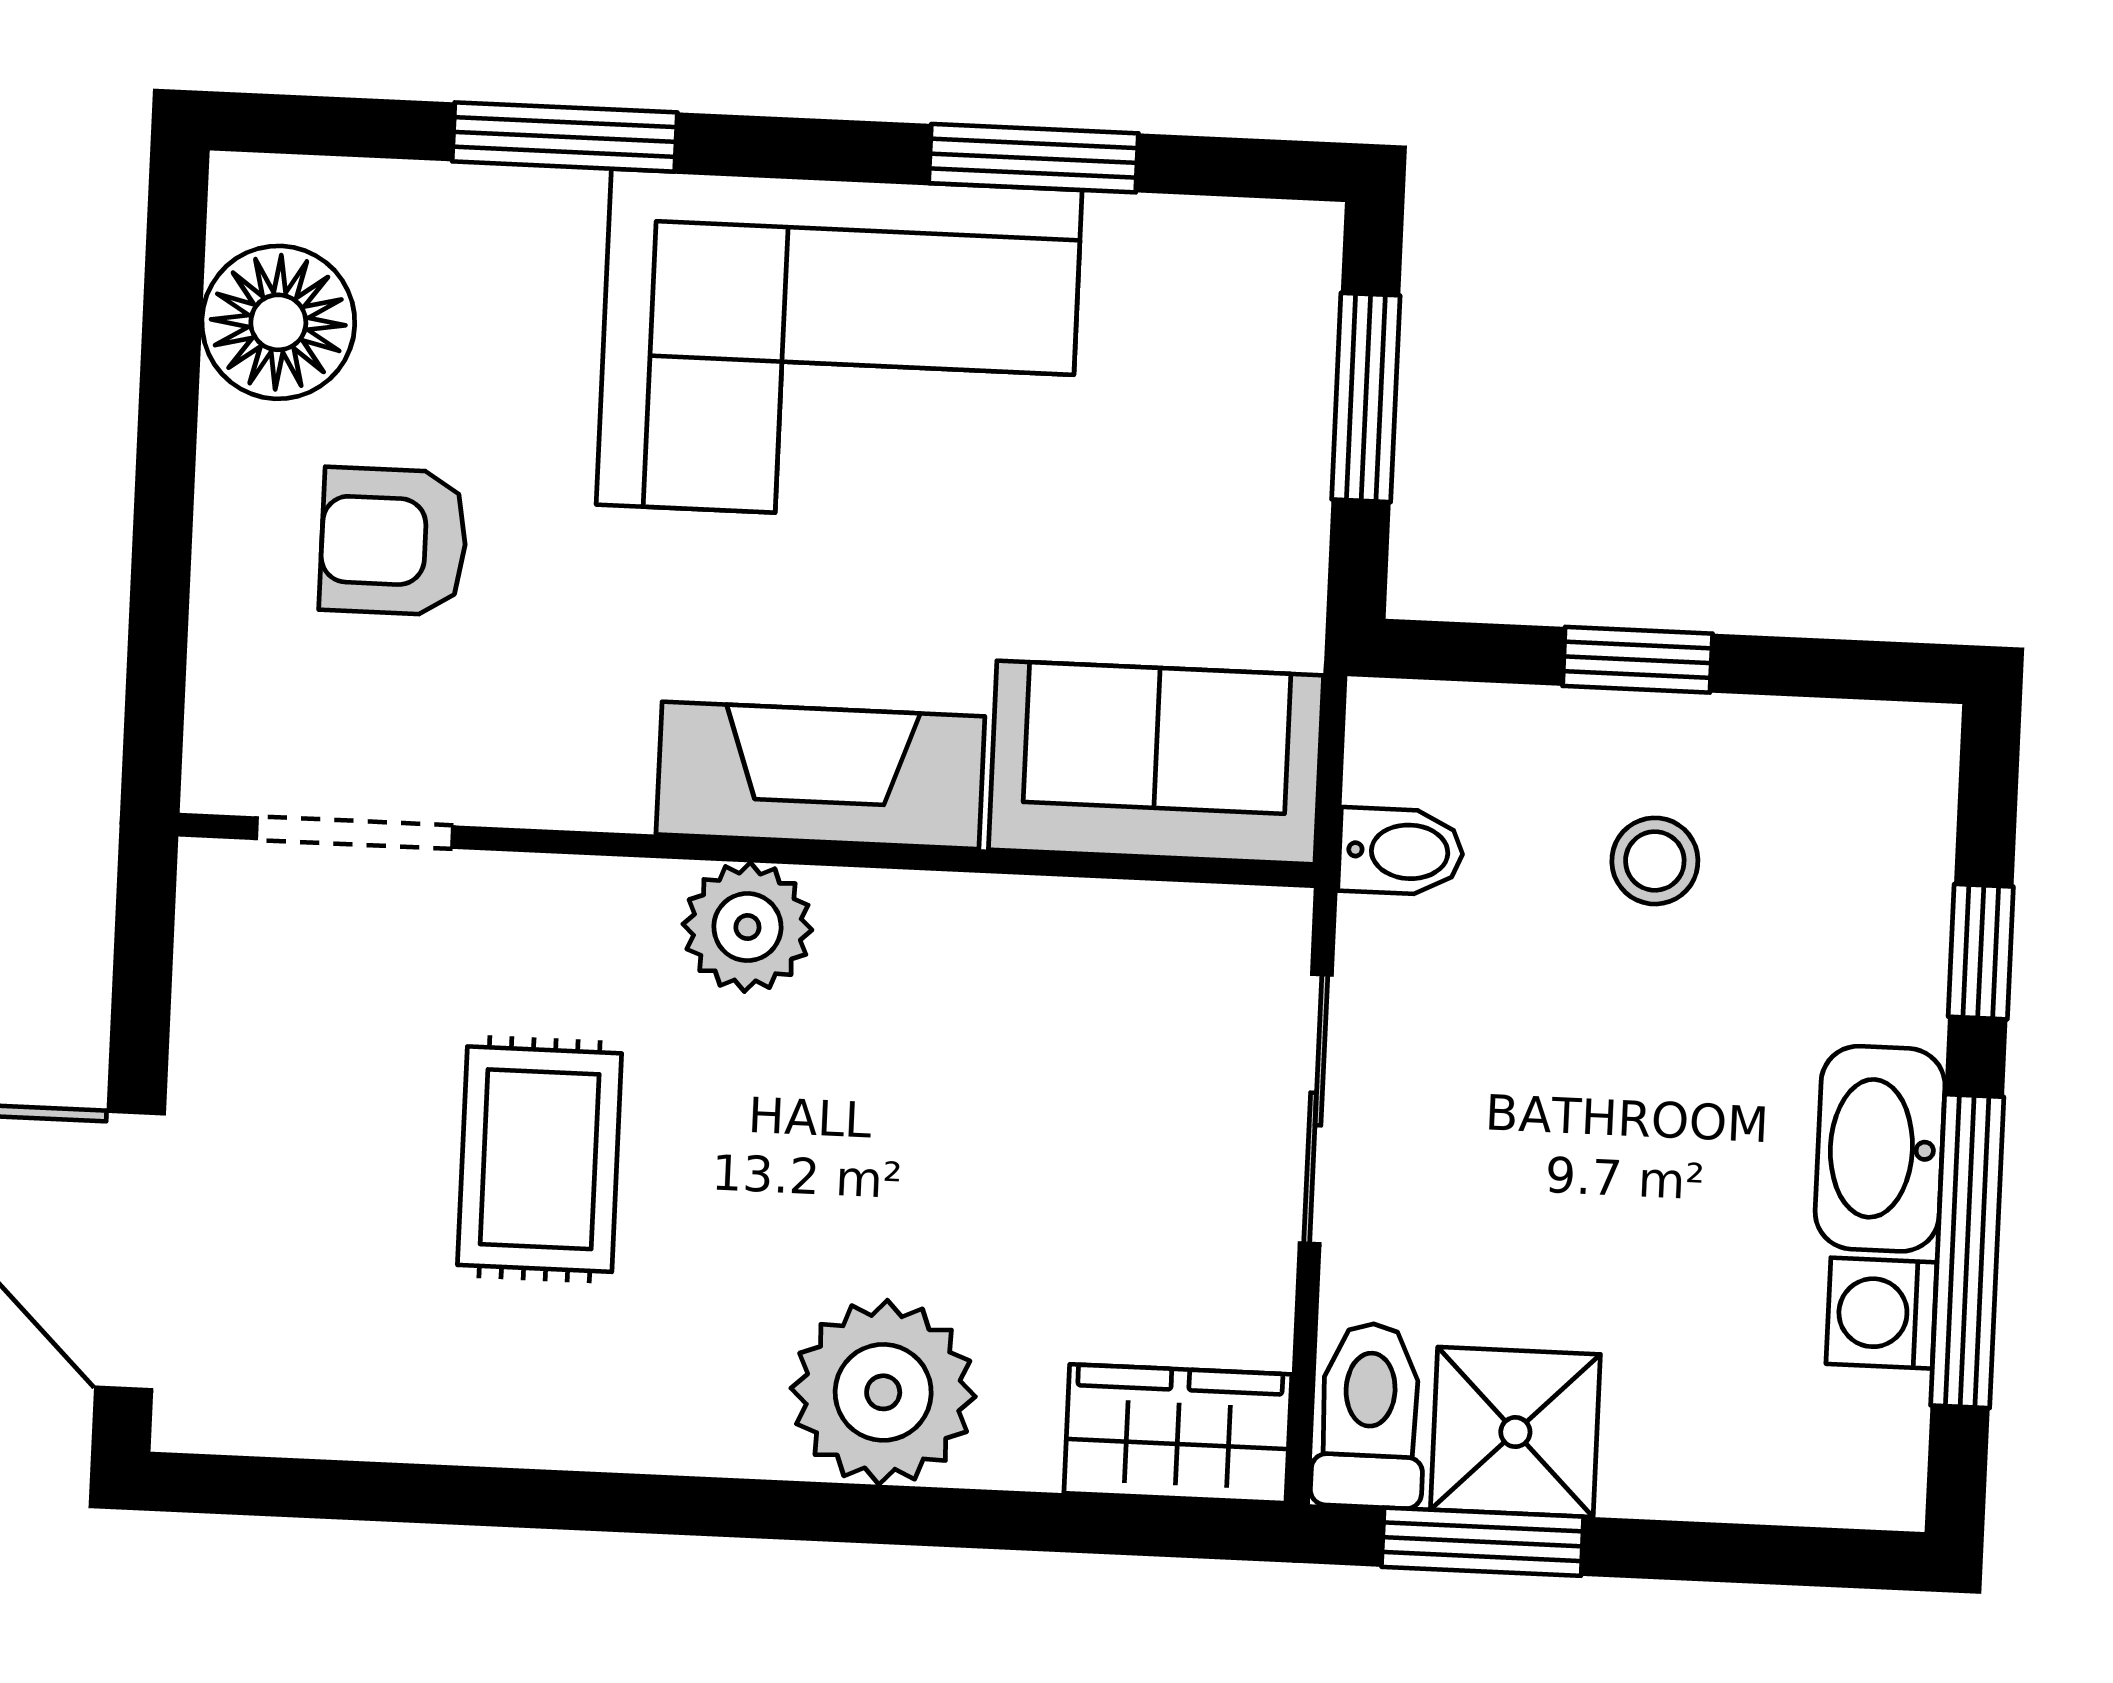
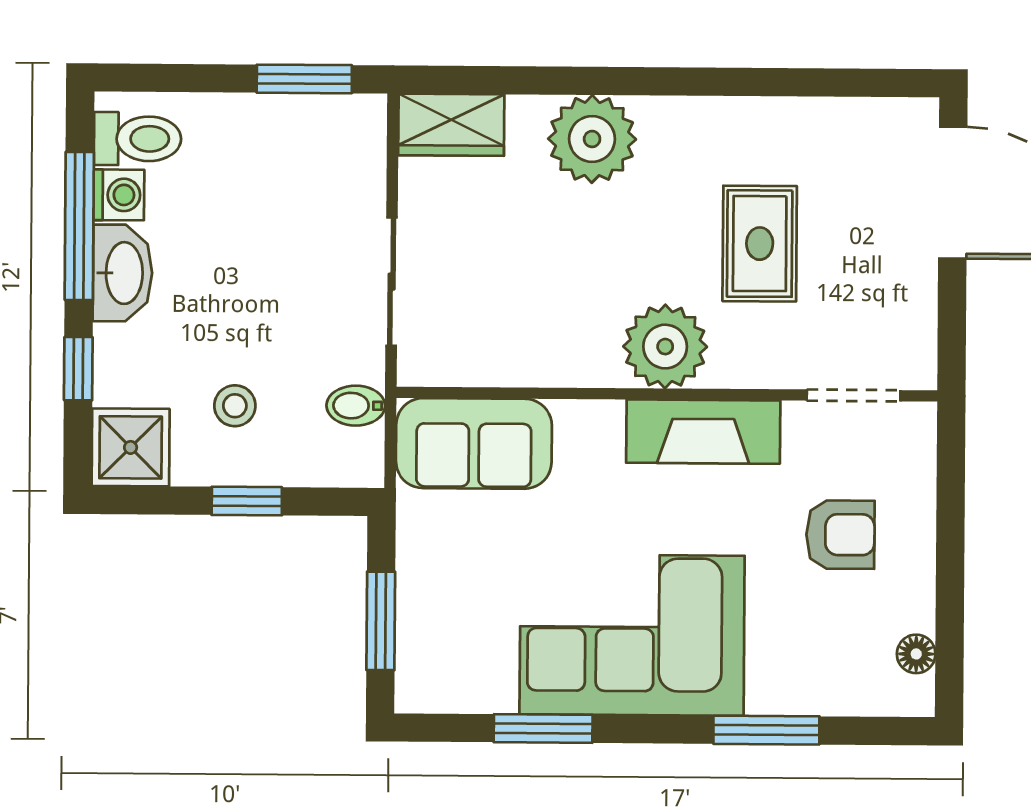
floor lamp: (278, 322) -> (916, 654), width x0.53, depth x0.53
fireplace: (820, 775) -> (703, 432), moved
plant: (747, 927) -> (665, 347), width x1.36, depth x1.36
toilet: (1369, 1415) -> (138, 139), moved, turned -90
shower: (1515, 1432) -> (131, 447), moved

